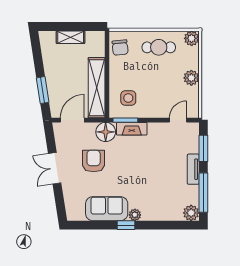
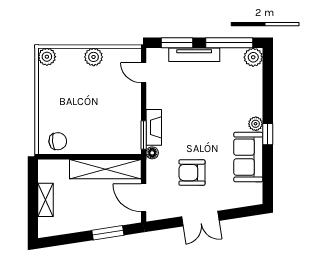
cafe table: (159, 47) -> (57, 96), removed
side table: (128, 98) -> (117, 132), removed
floor lamp: (106, 132) -> (152, 153), width x0.53, depth x0.53
tv unit: (193, 169) -> (194, 55), width x1.41

